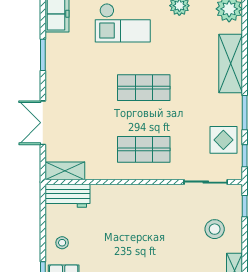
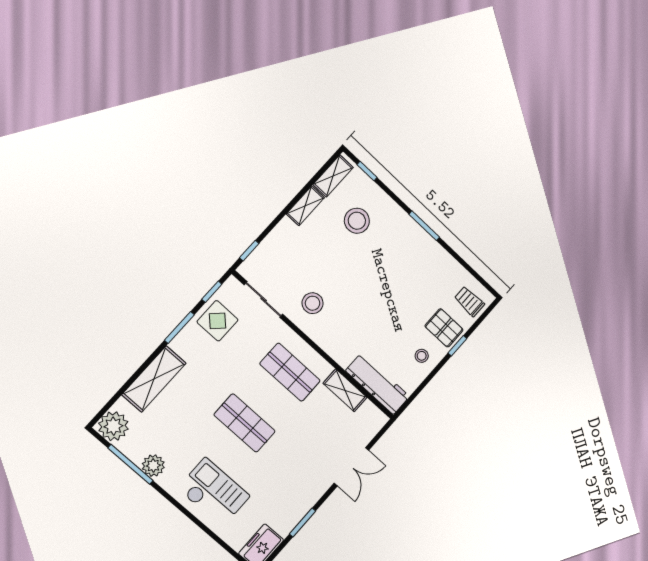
shelving: (65, 171) -> (345, 390), moved
workbench: (68, 196) -> (378, 384), width x1.38
stool: (215, 229) -> (313, 303), moved

